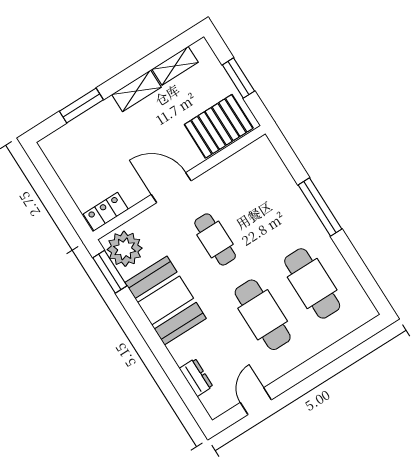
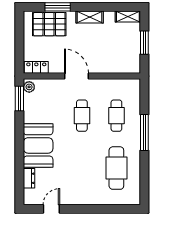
shelving: (175, 66) -> (128, 17), moved
pallet: (219, 126) -> (49, 24), moved
plant: (125, 249) -> (29, 87), width x0.53, depth x0.53
booth: (166, 300) -> (38, 145), moved
cafe table: (263, 315) -> (116, 116), moved, width x0.73, depth x0.74

